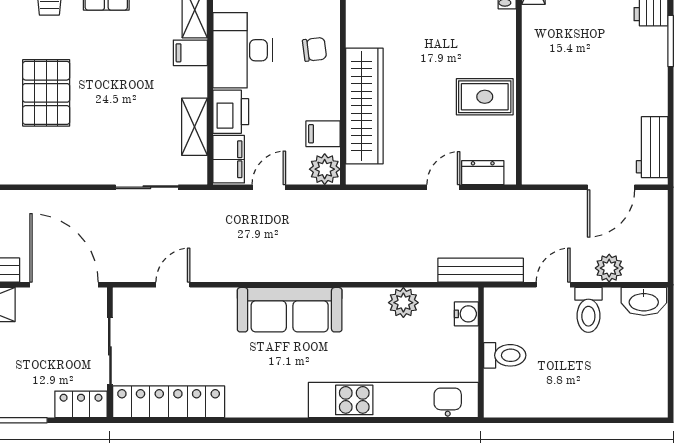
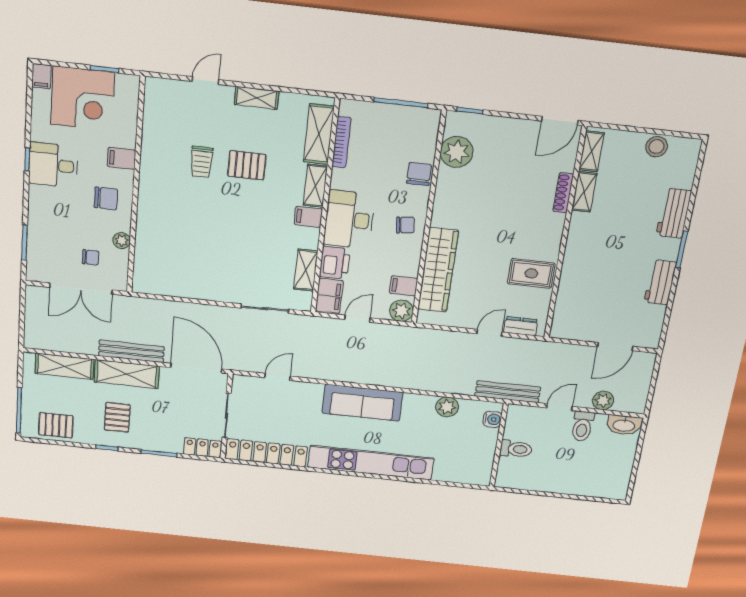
pallet: (46, 93) -> (193, 233), removed
workbench: (652, 147) -> (660, 282), moved
kitchen unit: (393, 400) -> (371, 463), moved

